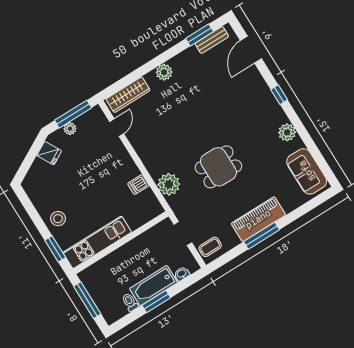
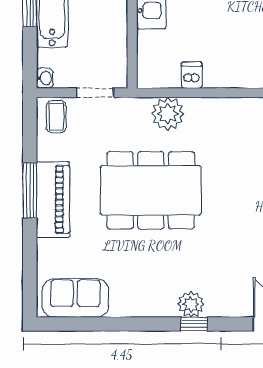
plant: (287, 132) -> (191, 304), moved
dining table: (218, 167) -> (151, 190), width x1.88, depth x1.24
washbasin: (182, 274) -> (45, 78), moved

